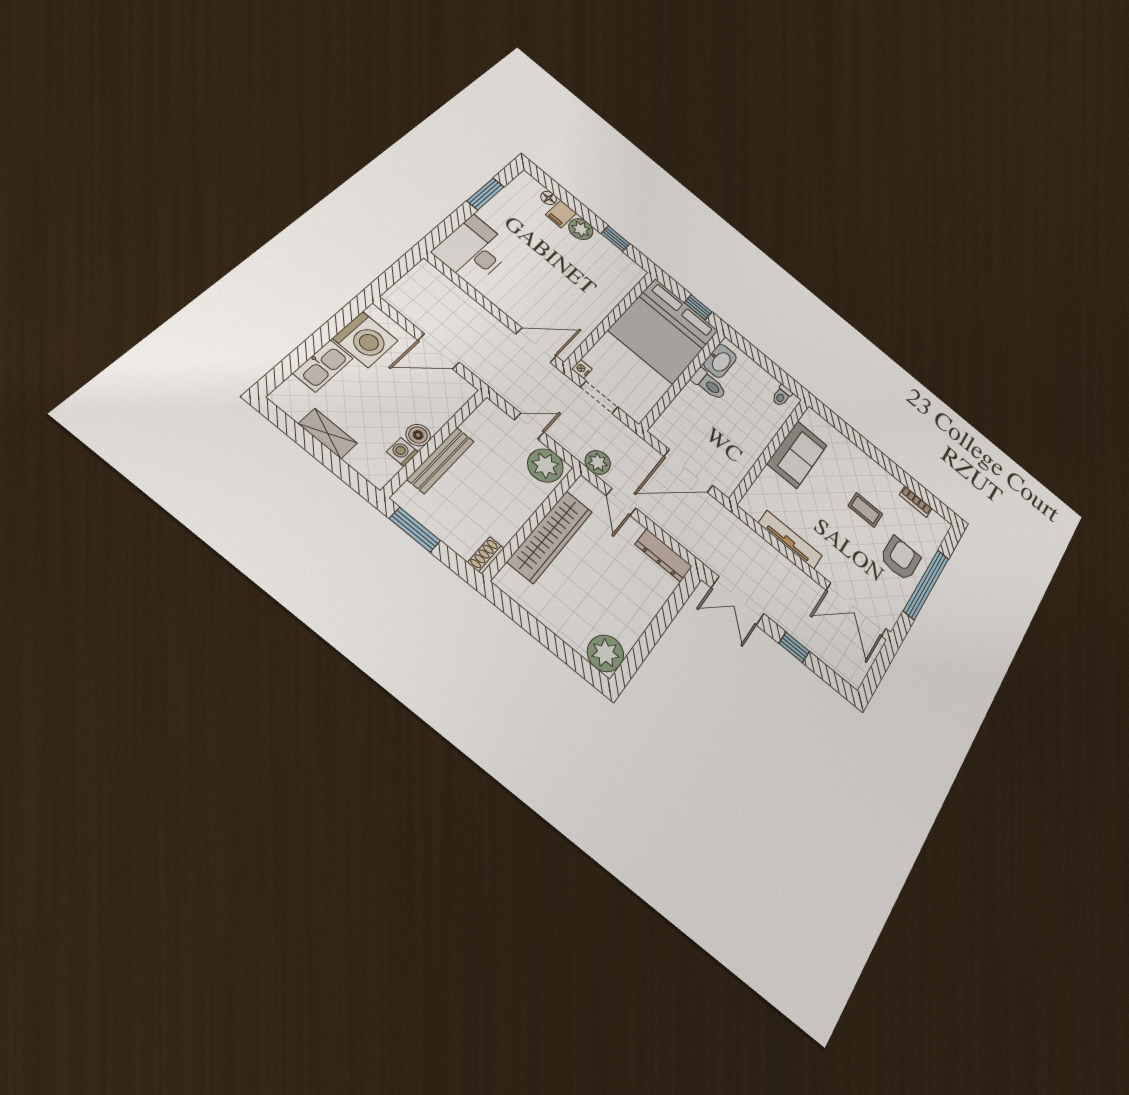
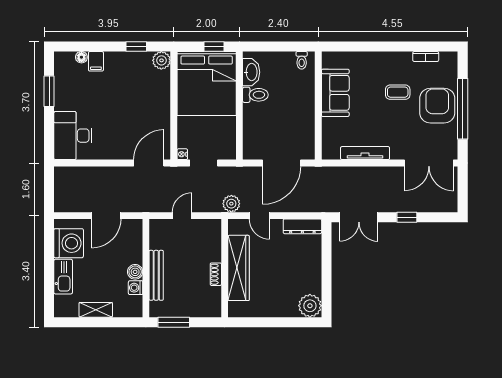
plant: (581, 229) -> (161, 60), moved
plant: (545, 465) -> (207, 231), removed
shoe rack: (486, 555) -> (216, 274), moved
armchair: (900, 558) -> (437, 106), width x1.36, depth x1.36

